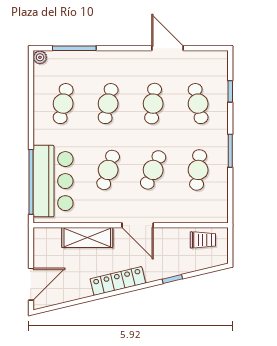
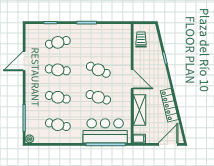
cafe table: (198, 170) -> (98, 42), removed
door: (138, 225) -> (132, 79), hinge flipped
filing cabinet: (40, 237) -> (139, 139), added
locker: (118, 281) -> (169, 105), moved
door: (31, 284) -> (168, 144), hinge flipped

